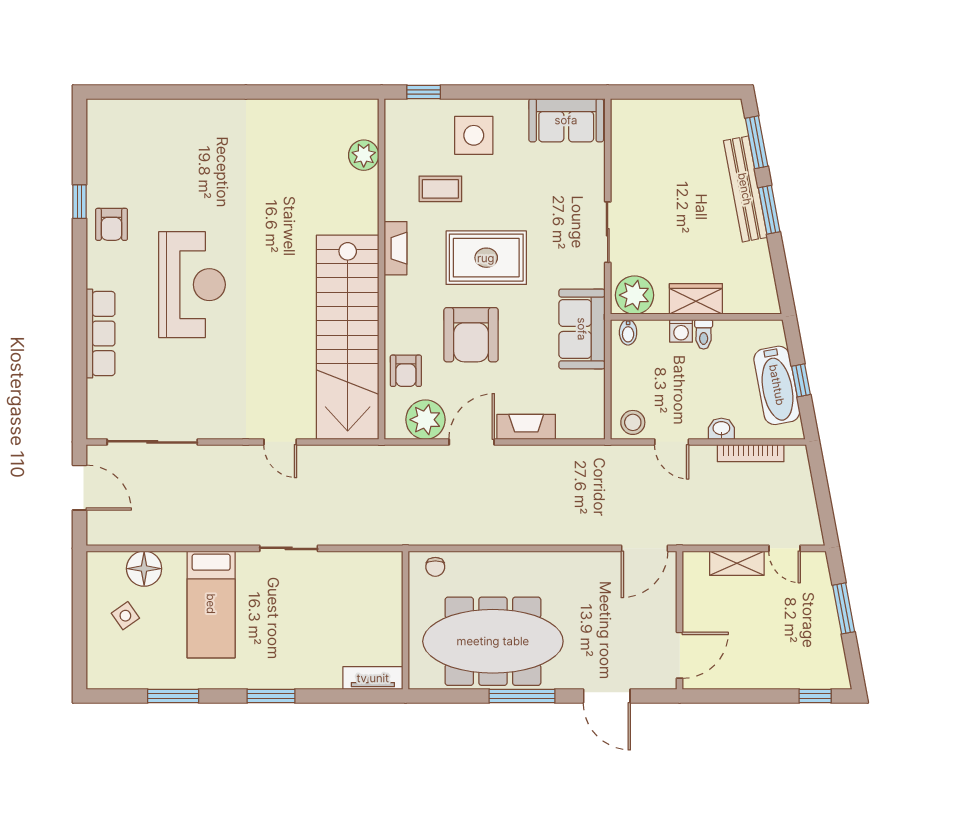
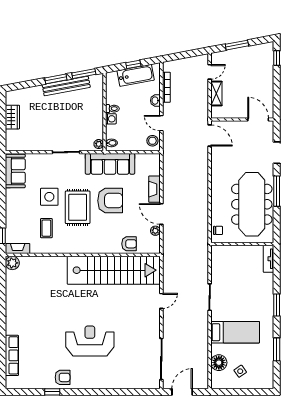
side table: (474, 135) -> (49, 197), moved
window: (757, 142) -> (84, 74), moved
plant: (364, 155) -> (12, 263), moved
bench: (745, 189) -> (66, 86), moved
fireplace: (396, 248) -> (18, 248), moved
plant: (635, 295) -> (99, 144), width x0.53, depth x0.53
wardrobe: (696, 299) -> (12, 117), moved, turned 180
sofa: (582, 329) -> (110, 164), width x1.36
row of seats: (101, 334) -> (12, 355), moved, turned 90
armchair: (471, 335) -> (110, 201), moved
plant: (425, 420) -> (155, 231), width x0.53, depth x0.53
door: (672, 442) -> (161, 123), swing flipped

